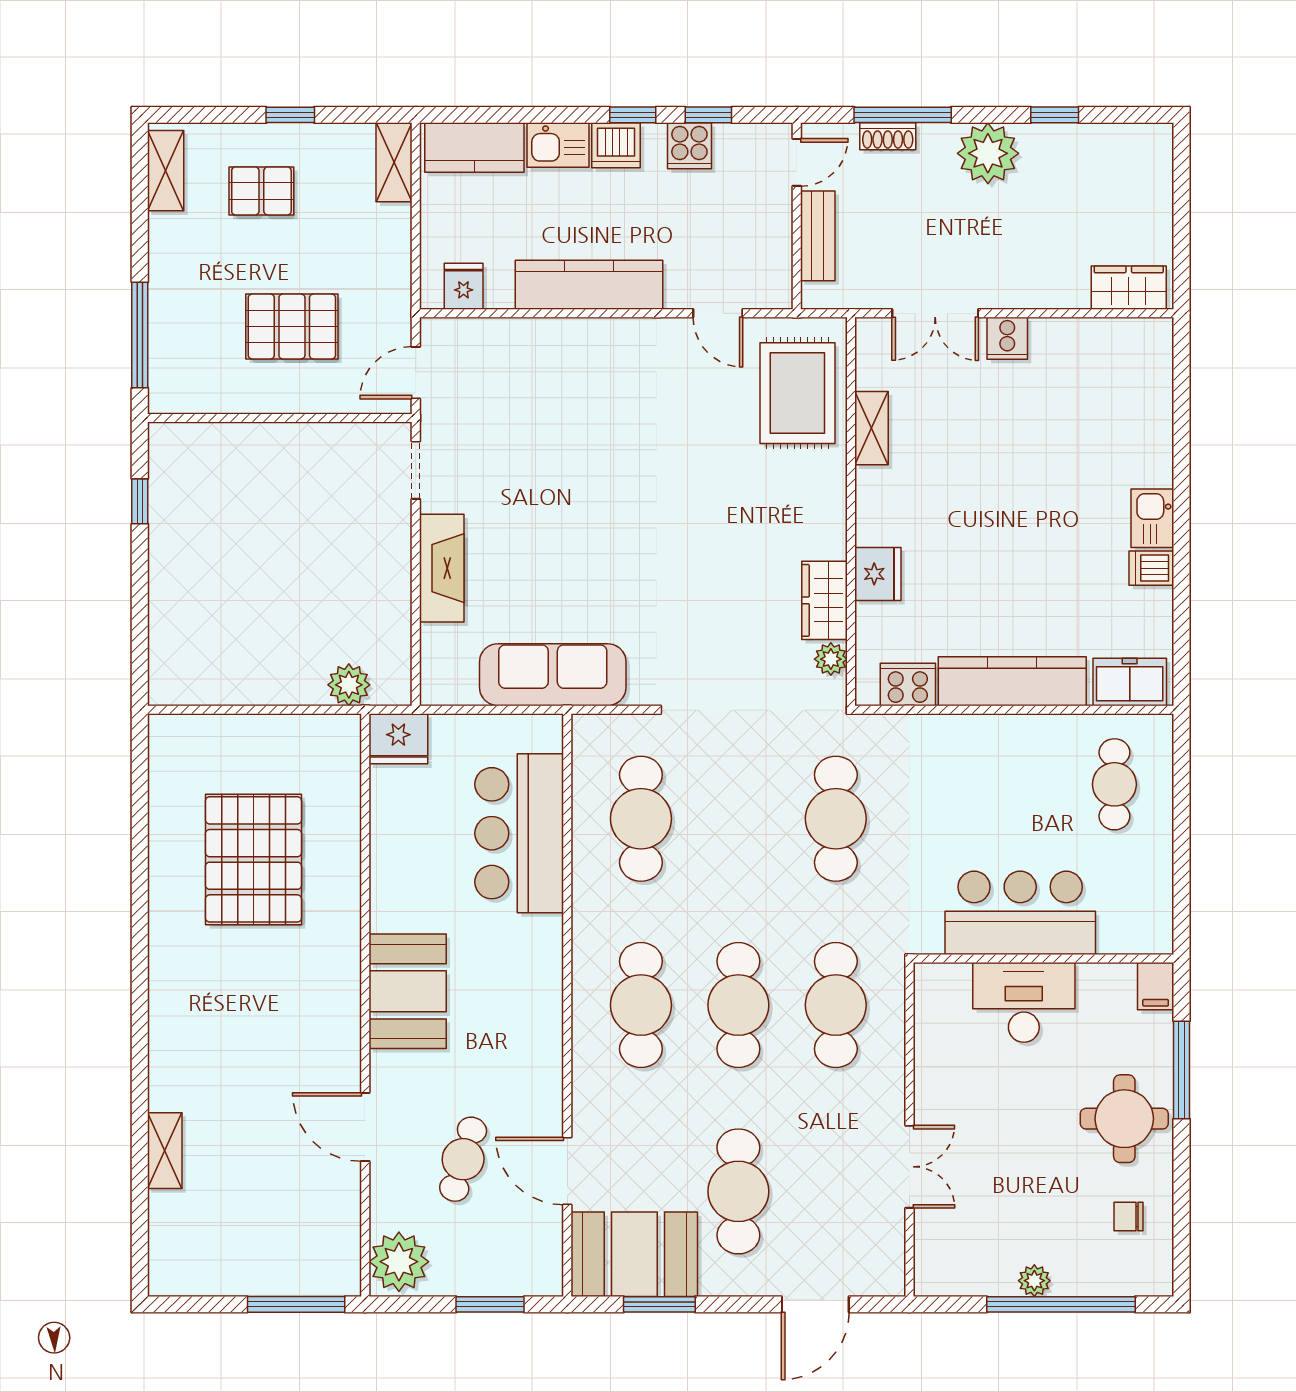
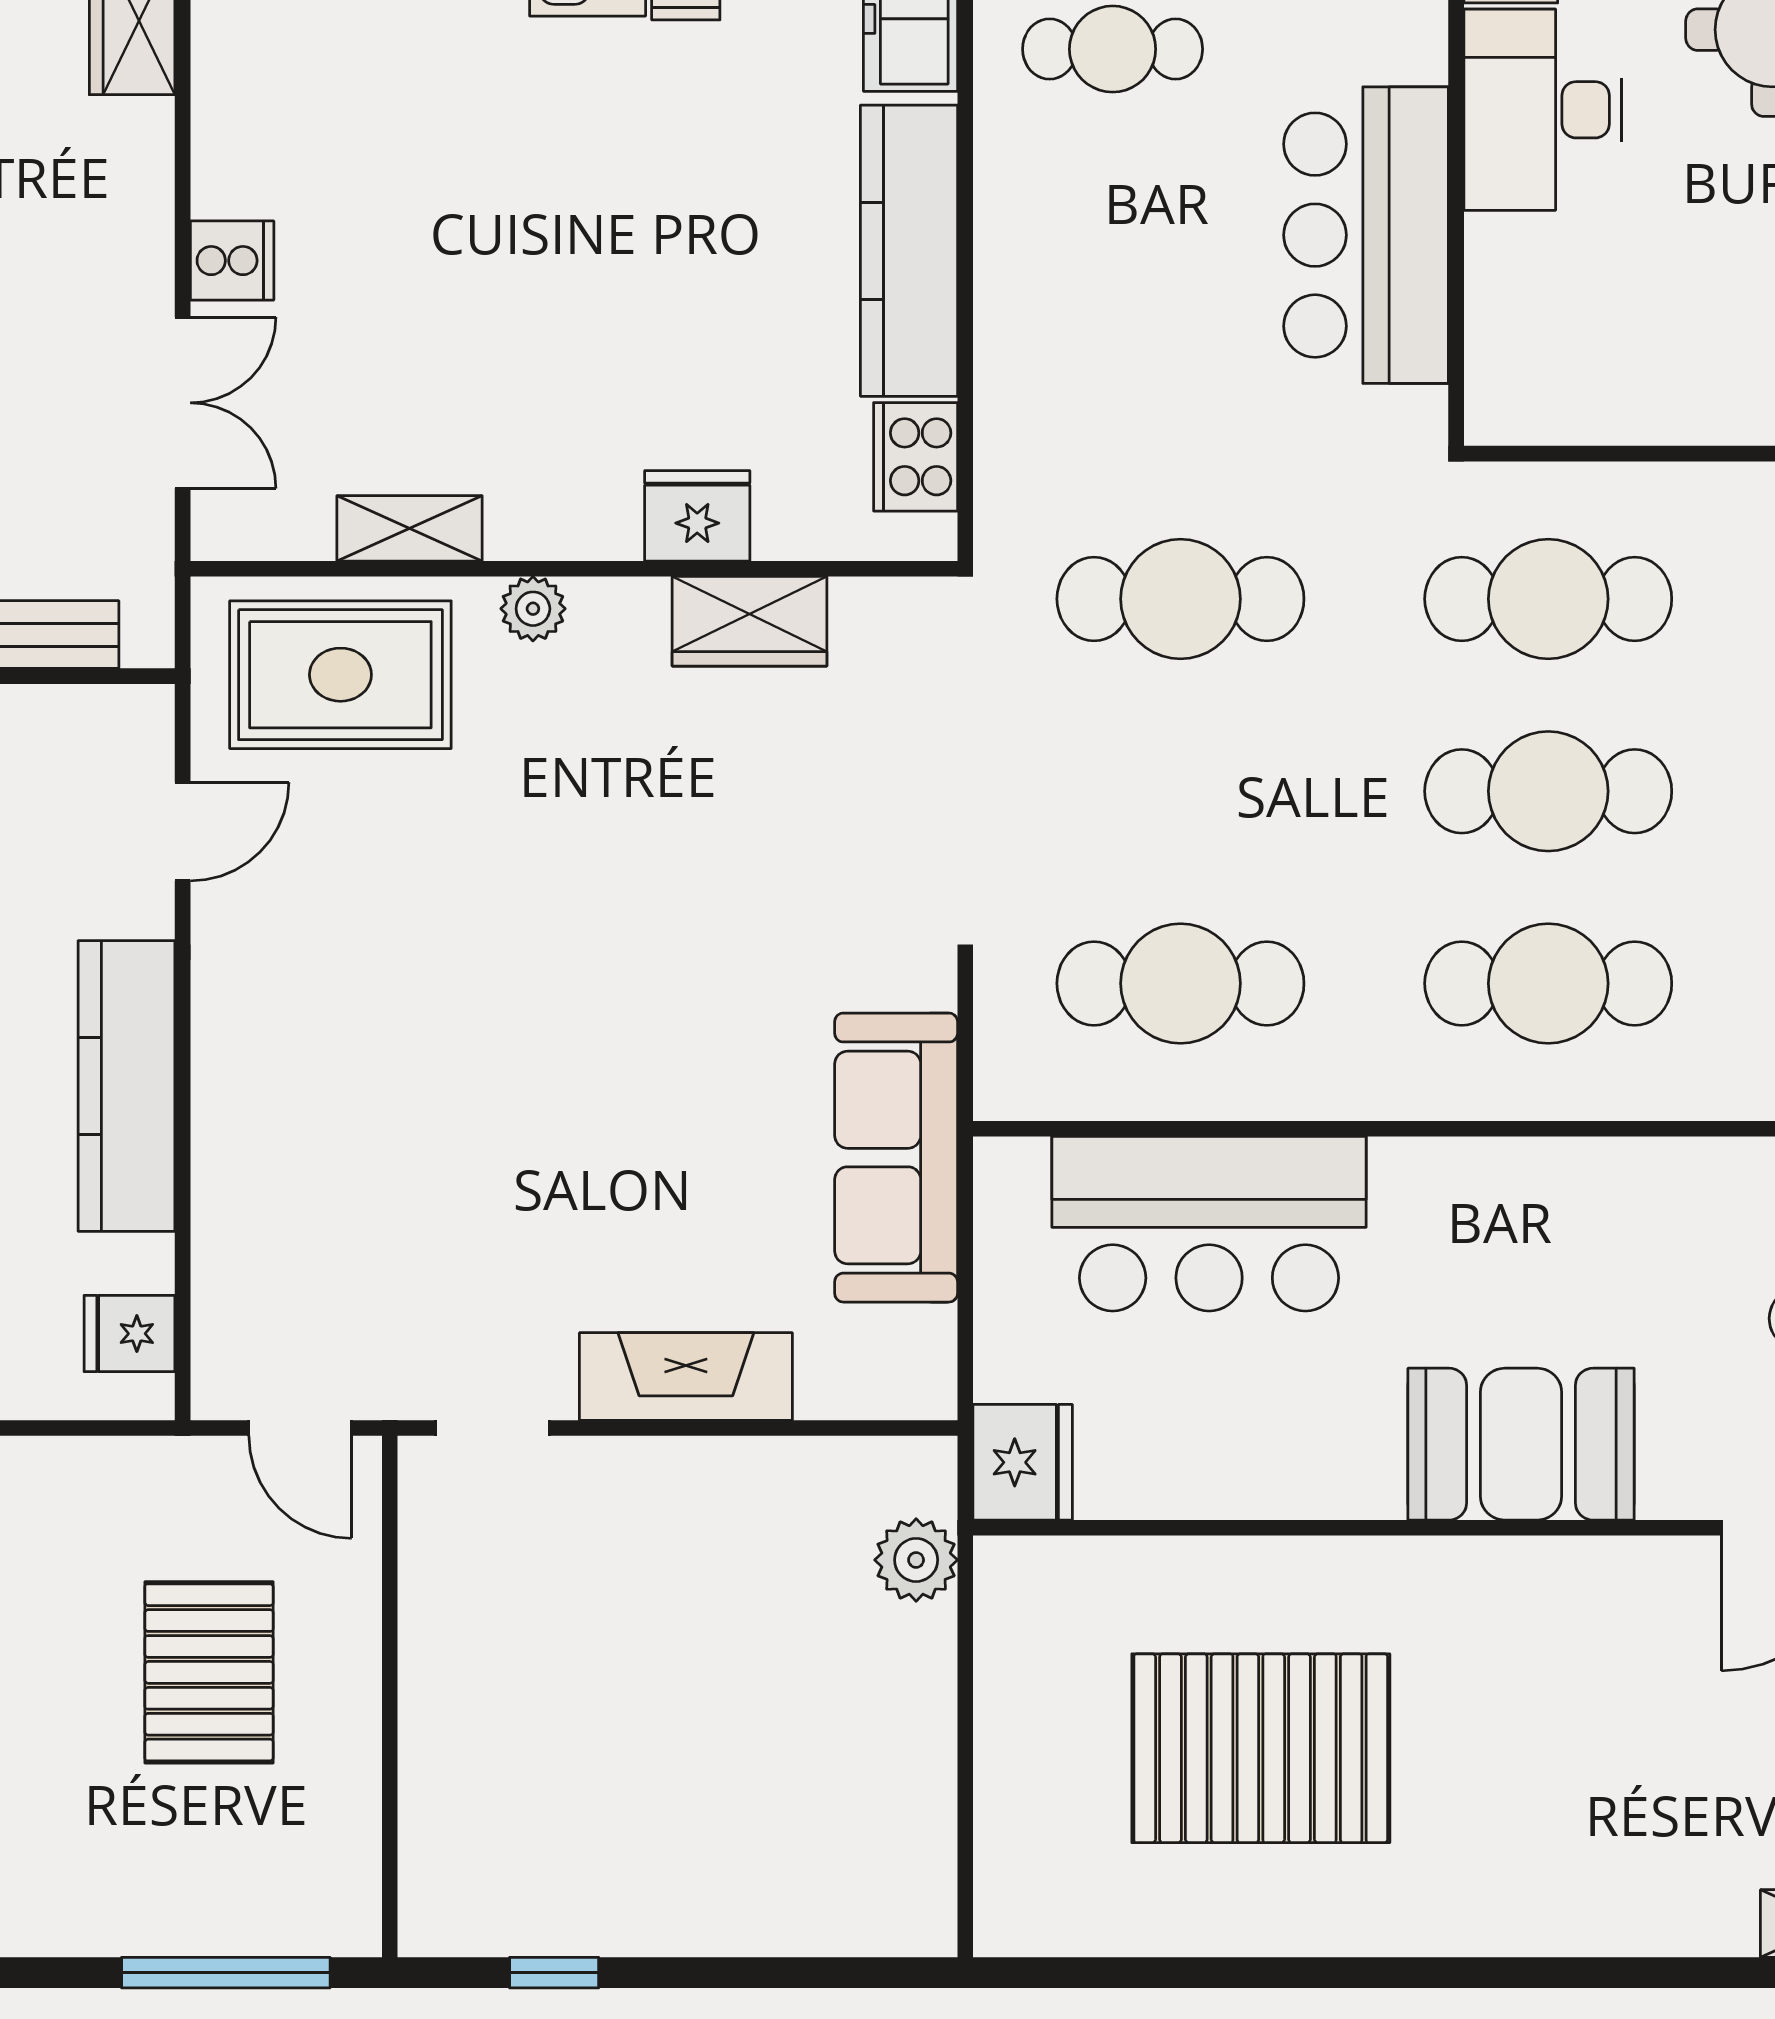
plant: (831, 659) -> (533, 609), moved
desk: (1024, 1002) -> (1543, 110), moved

